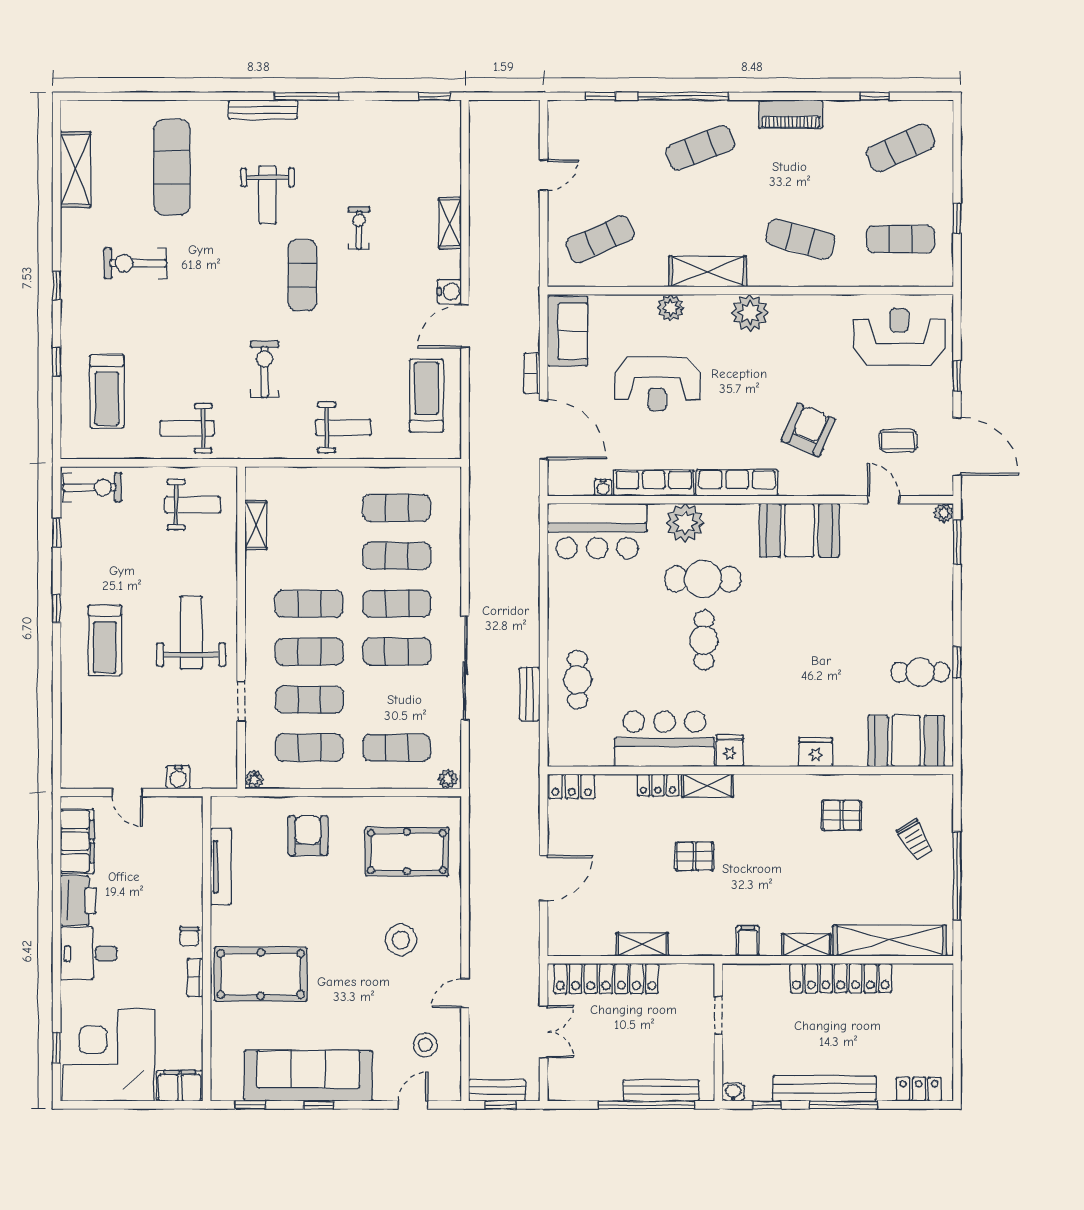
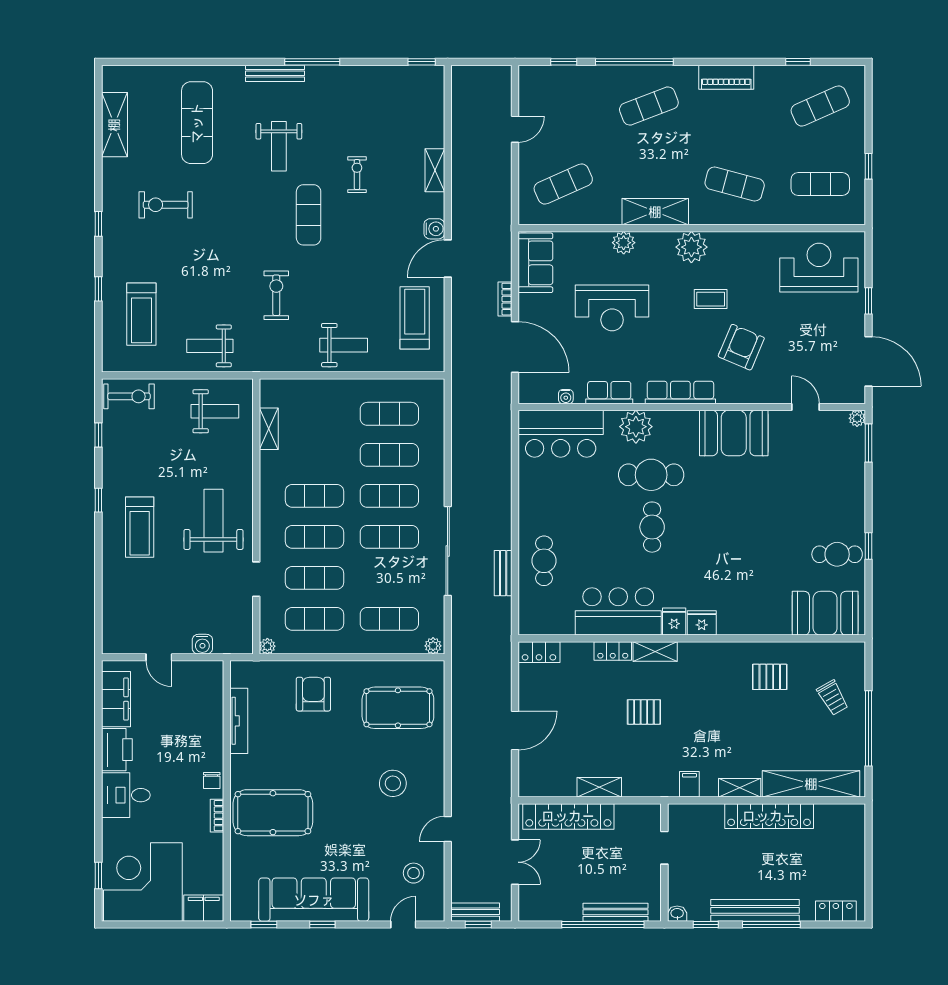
coffee table: (898, 441) -> (711, 299), moved
row of seats: (654, 483) -> (609, 393), width x0.68
fridge: (816, 752) -> (702, 623), moved

